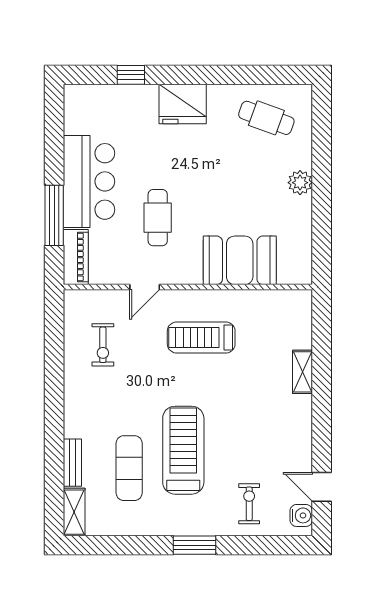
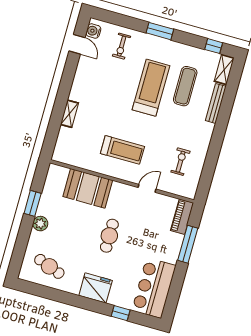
bar counter: (89, 181) -> (154, 288), moved
window: (322, 211) -> (33, 203), added
cafe table: (158, 218) -> (109, 236), moved
treadmill: (183, 450) -> (151, 88), turned 180
bench: (72, 463) -> (216, 103), width x1.36
window: (101, 545) -> (214, 46), added

